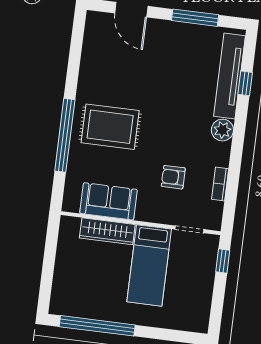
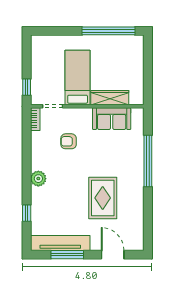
tv unit: (229, 76) -> (60, 243), moved, turned -90
rug: (110, 127) -> (103, 198), moved, turned 90
armchair: (173, 177) -> (69, 141), turned 180
bookcase: (220, 184) -> (35, 119), moved

